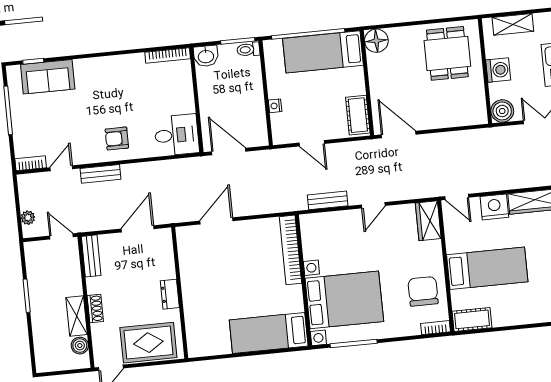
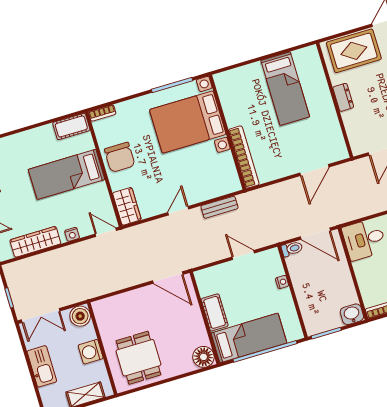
toilet: (248, 50) -> (292, 249), moved
cot: (358, 115) -> (215, 312), moved
nightstand: (494, 207) -> (72, 234), width x0.53, depth x0.56
chair: (423, 291) -> (120, 157), moved
bed: (269, 333) -> (285, 89), moved, turned 90

